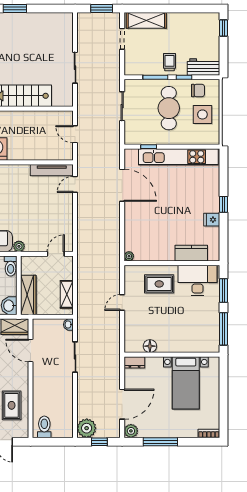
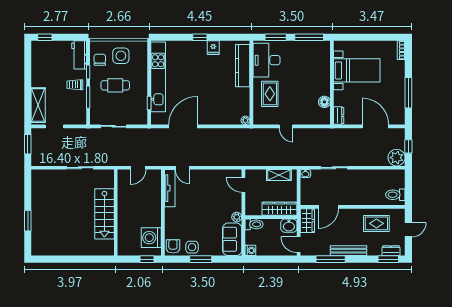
cafe table: (169, 108) -> (115, 85), width x0.73, depth x0.74
kitchen counter: (191, 253) -> (243, 66), width x1.50
plant: (131, 431) -> (399, 119), removed

